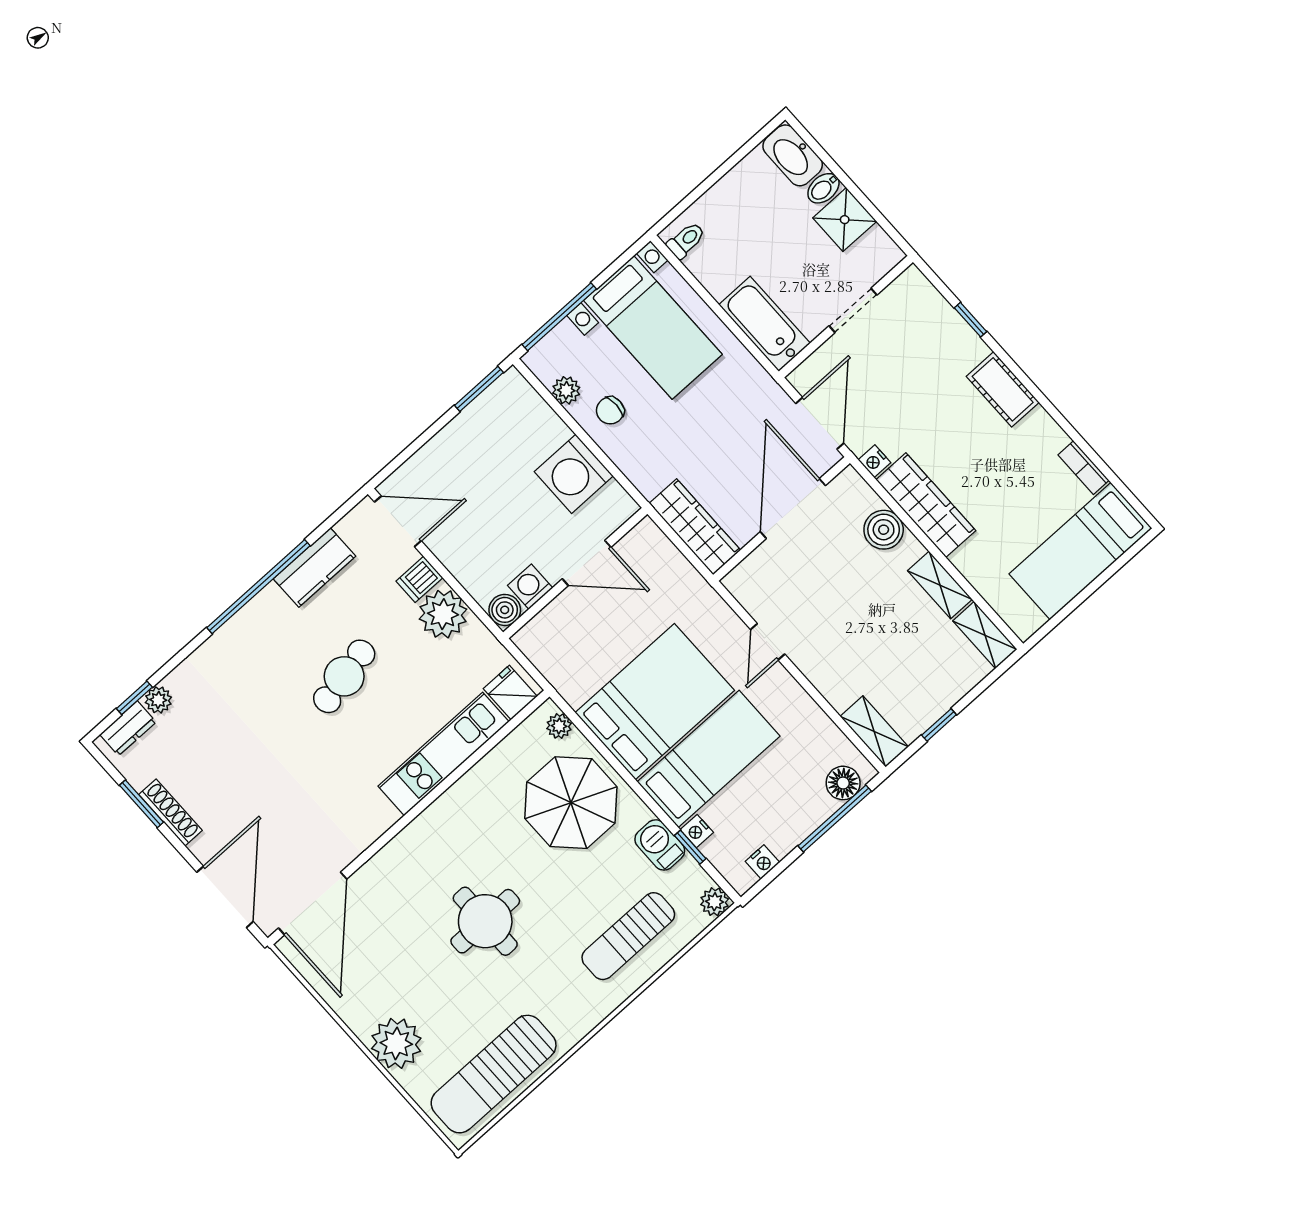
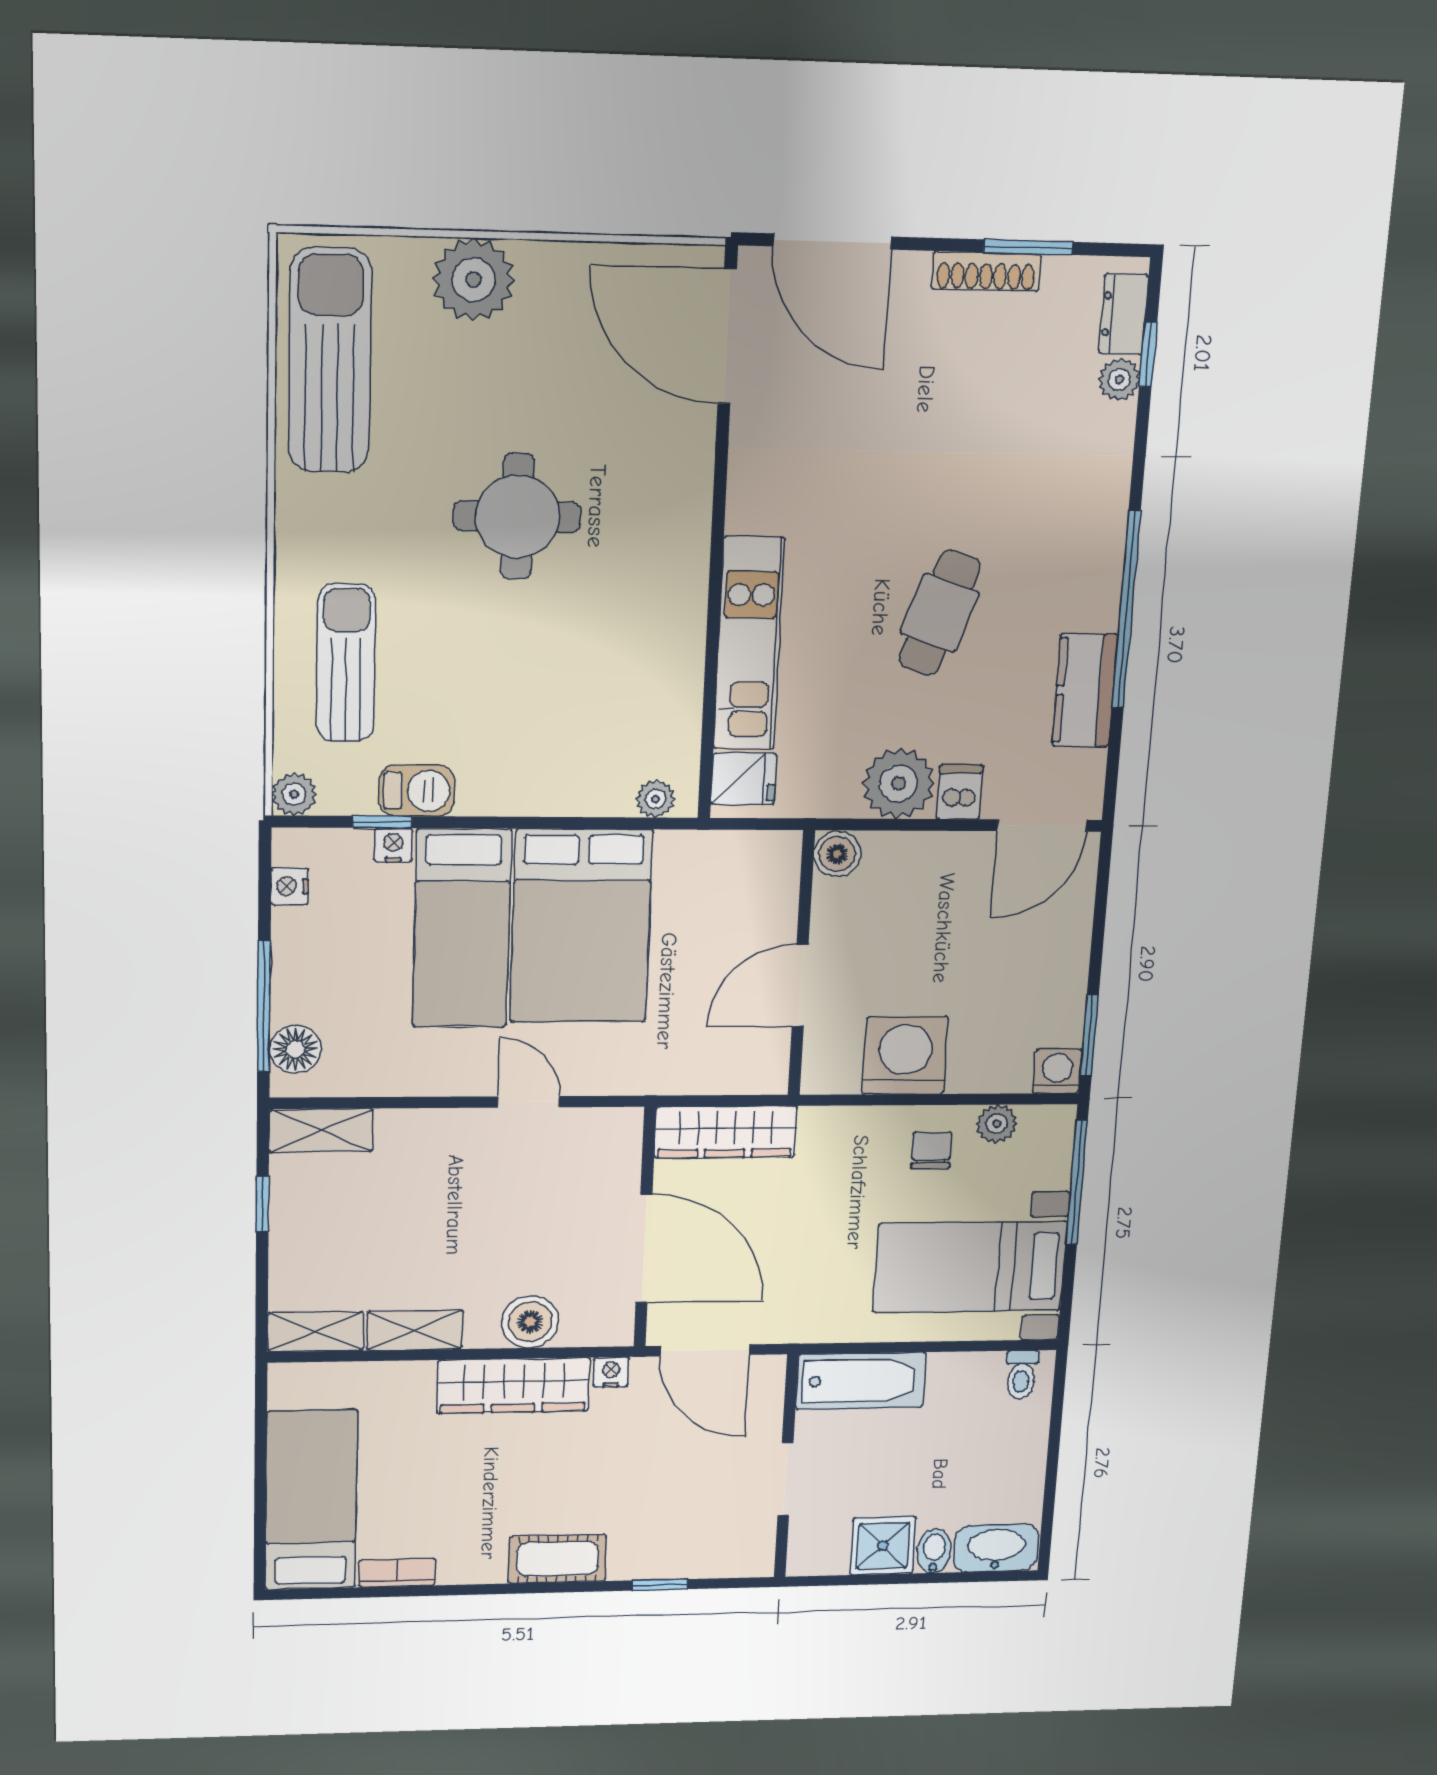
washing machine: (530, 587) -> (1057, 1071), moved, turned -90
cafe table: (344, 676) -> (940, 613), turned 31
parasol: (571, 803) -> (559, 735), removed

